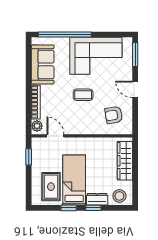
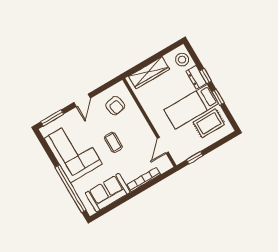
plant: (37, 126) -> (164, 166), removed

